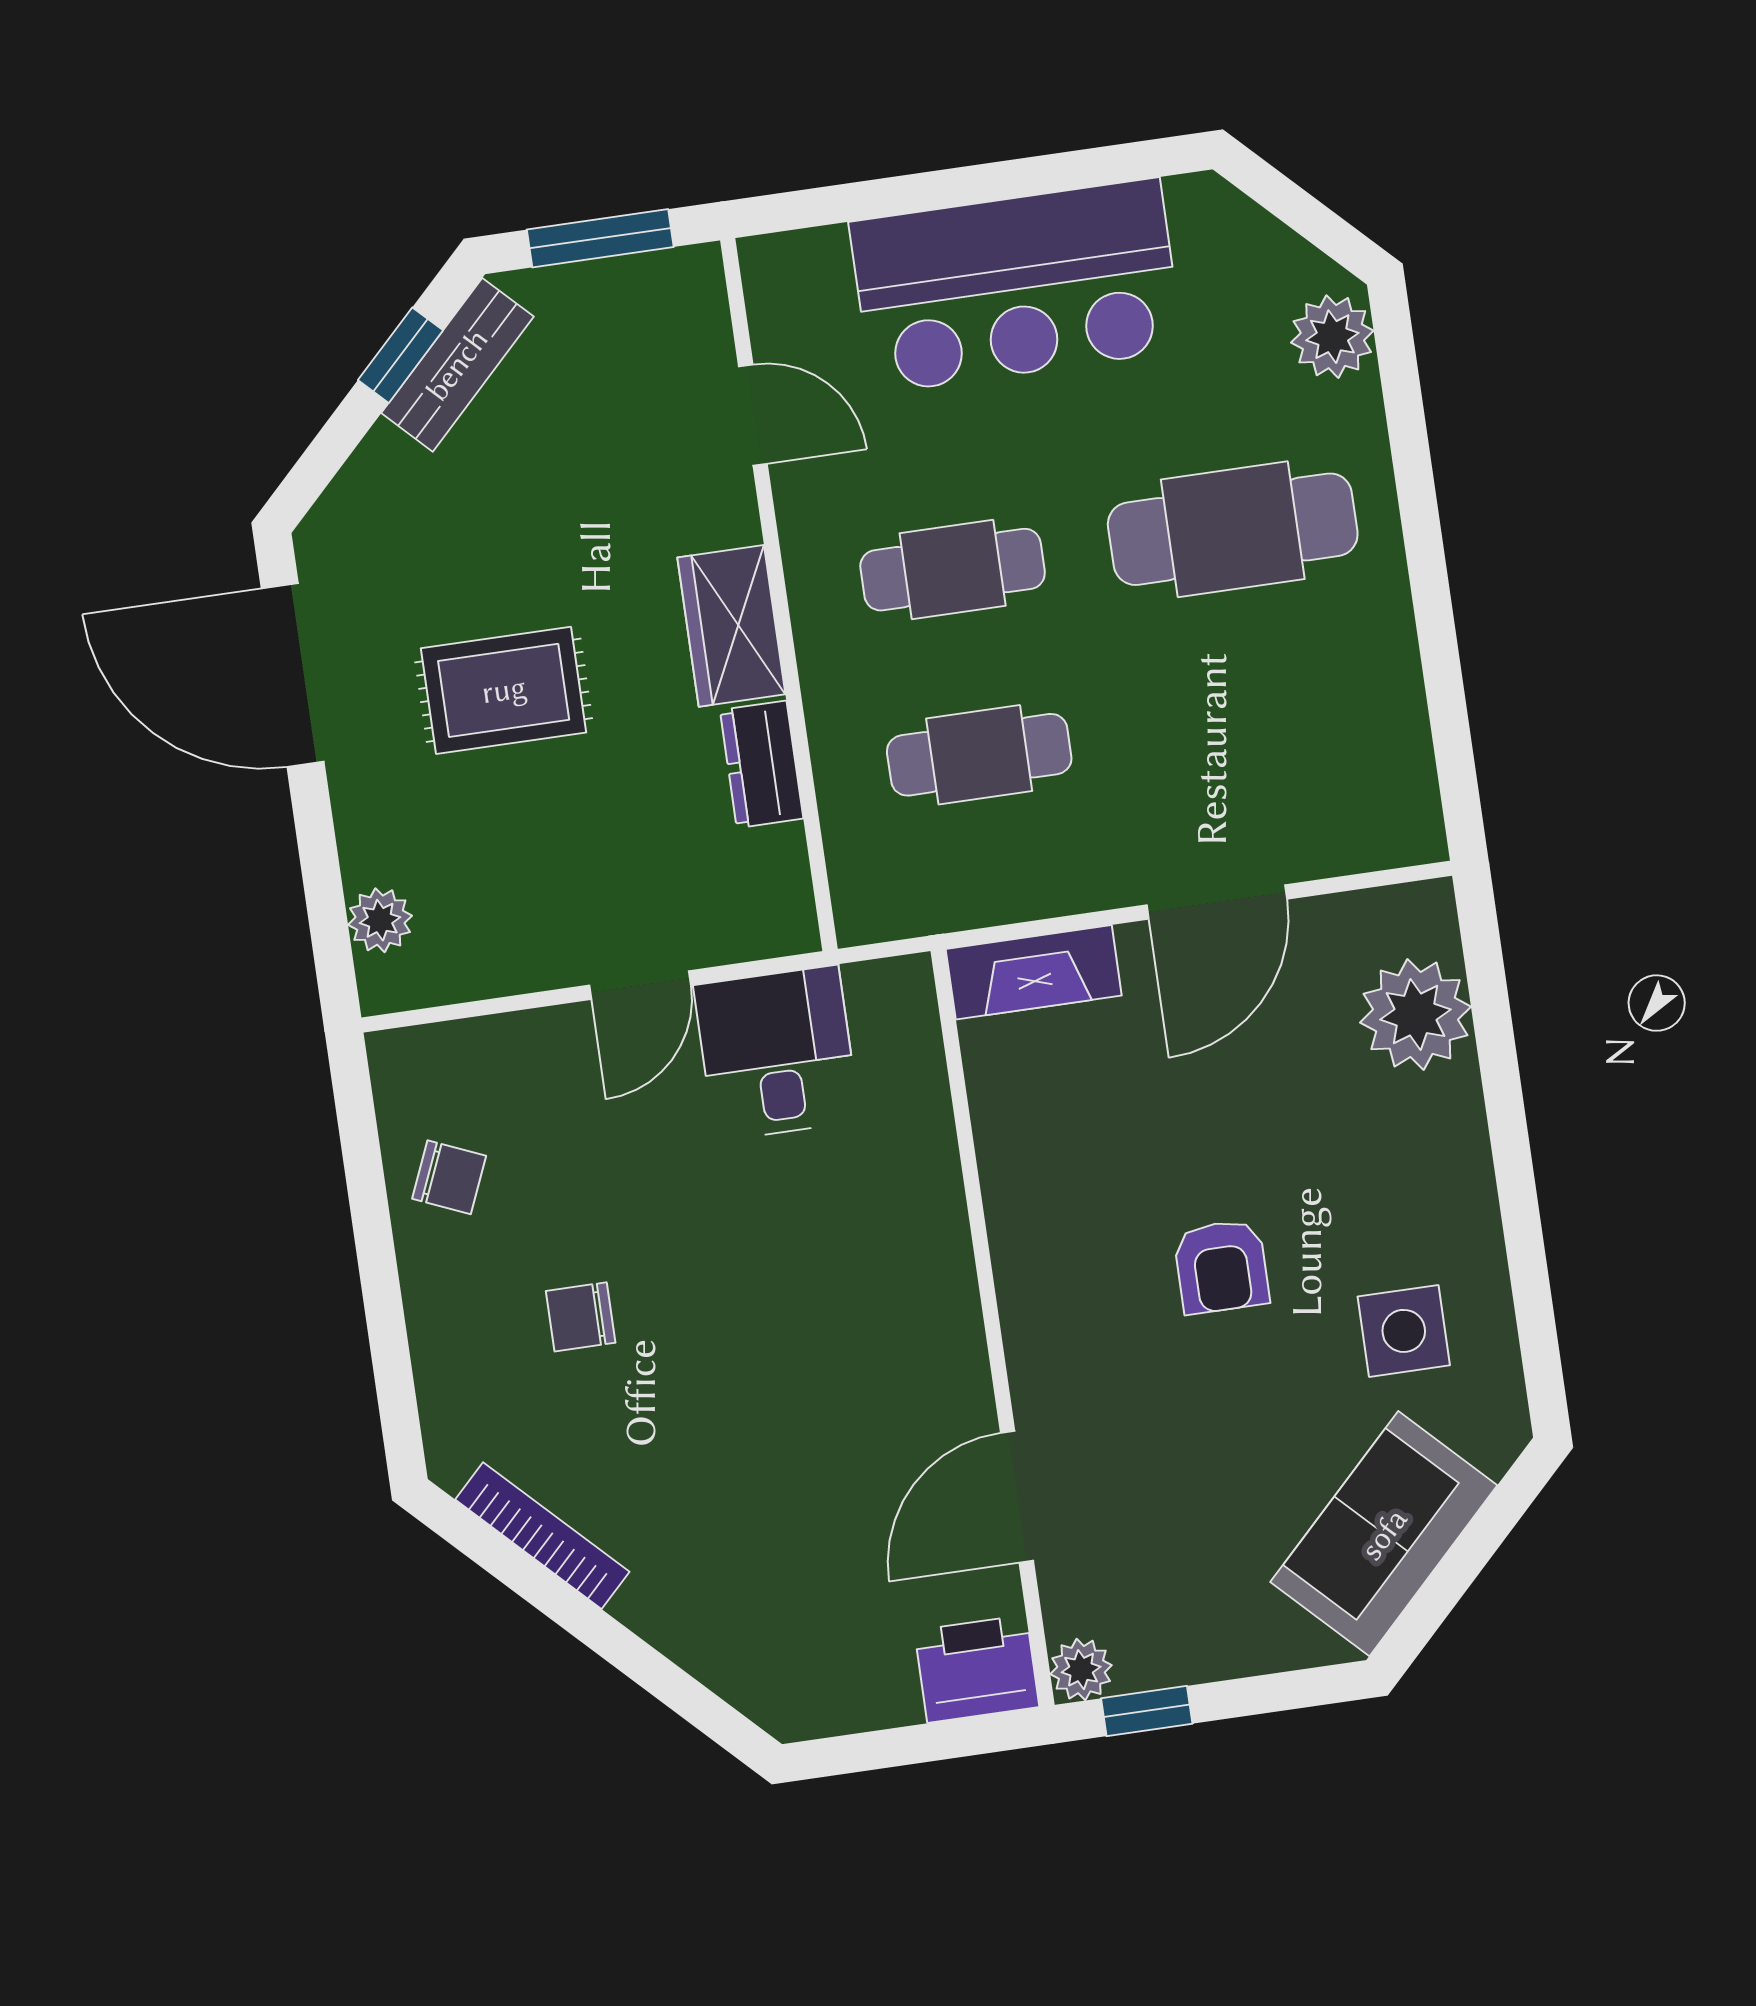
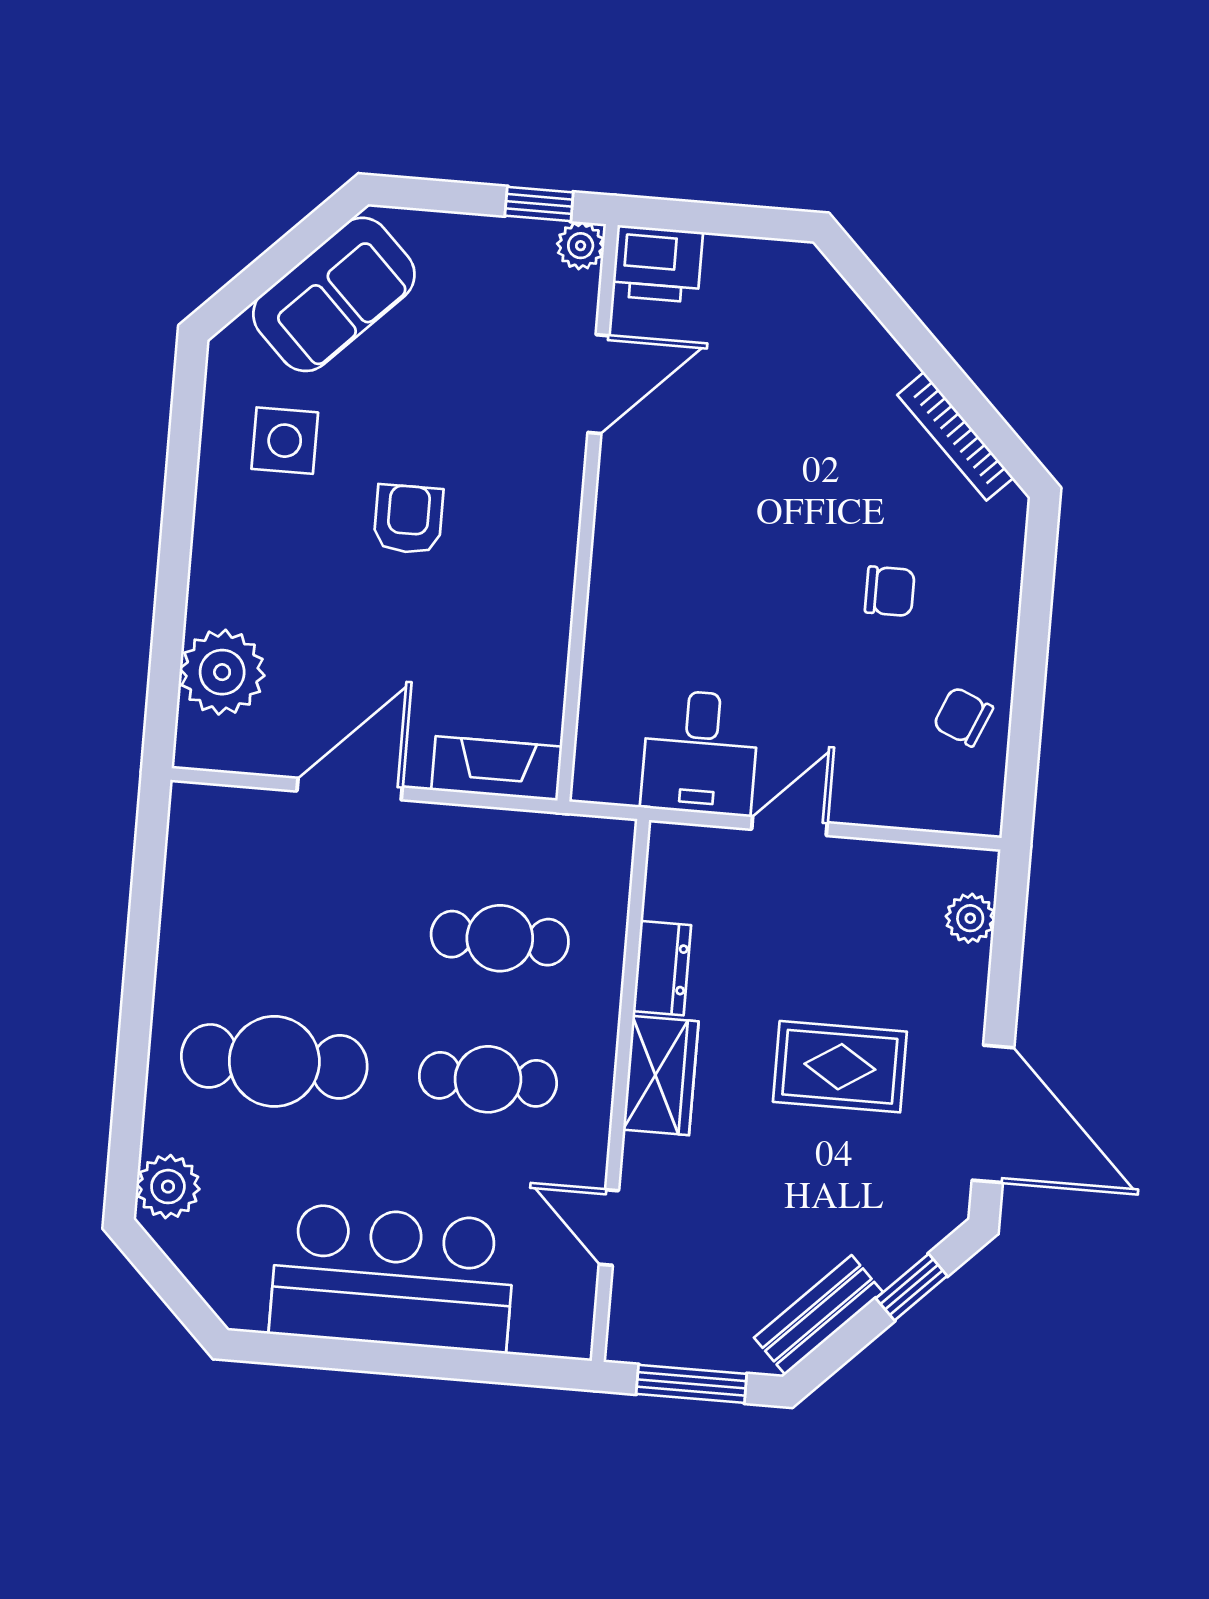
window: (400, 355) -> (912, 1287), moved

